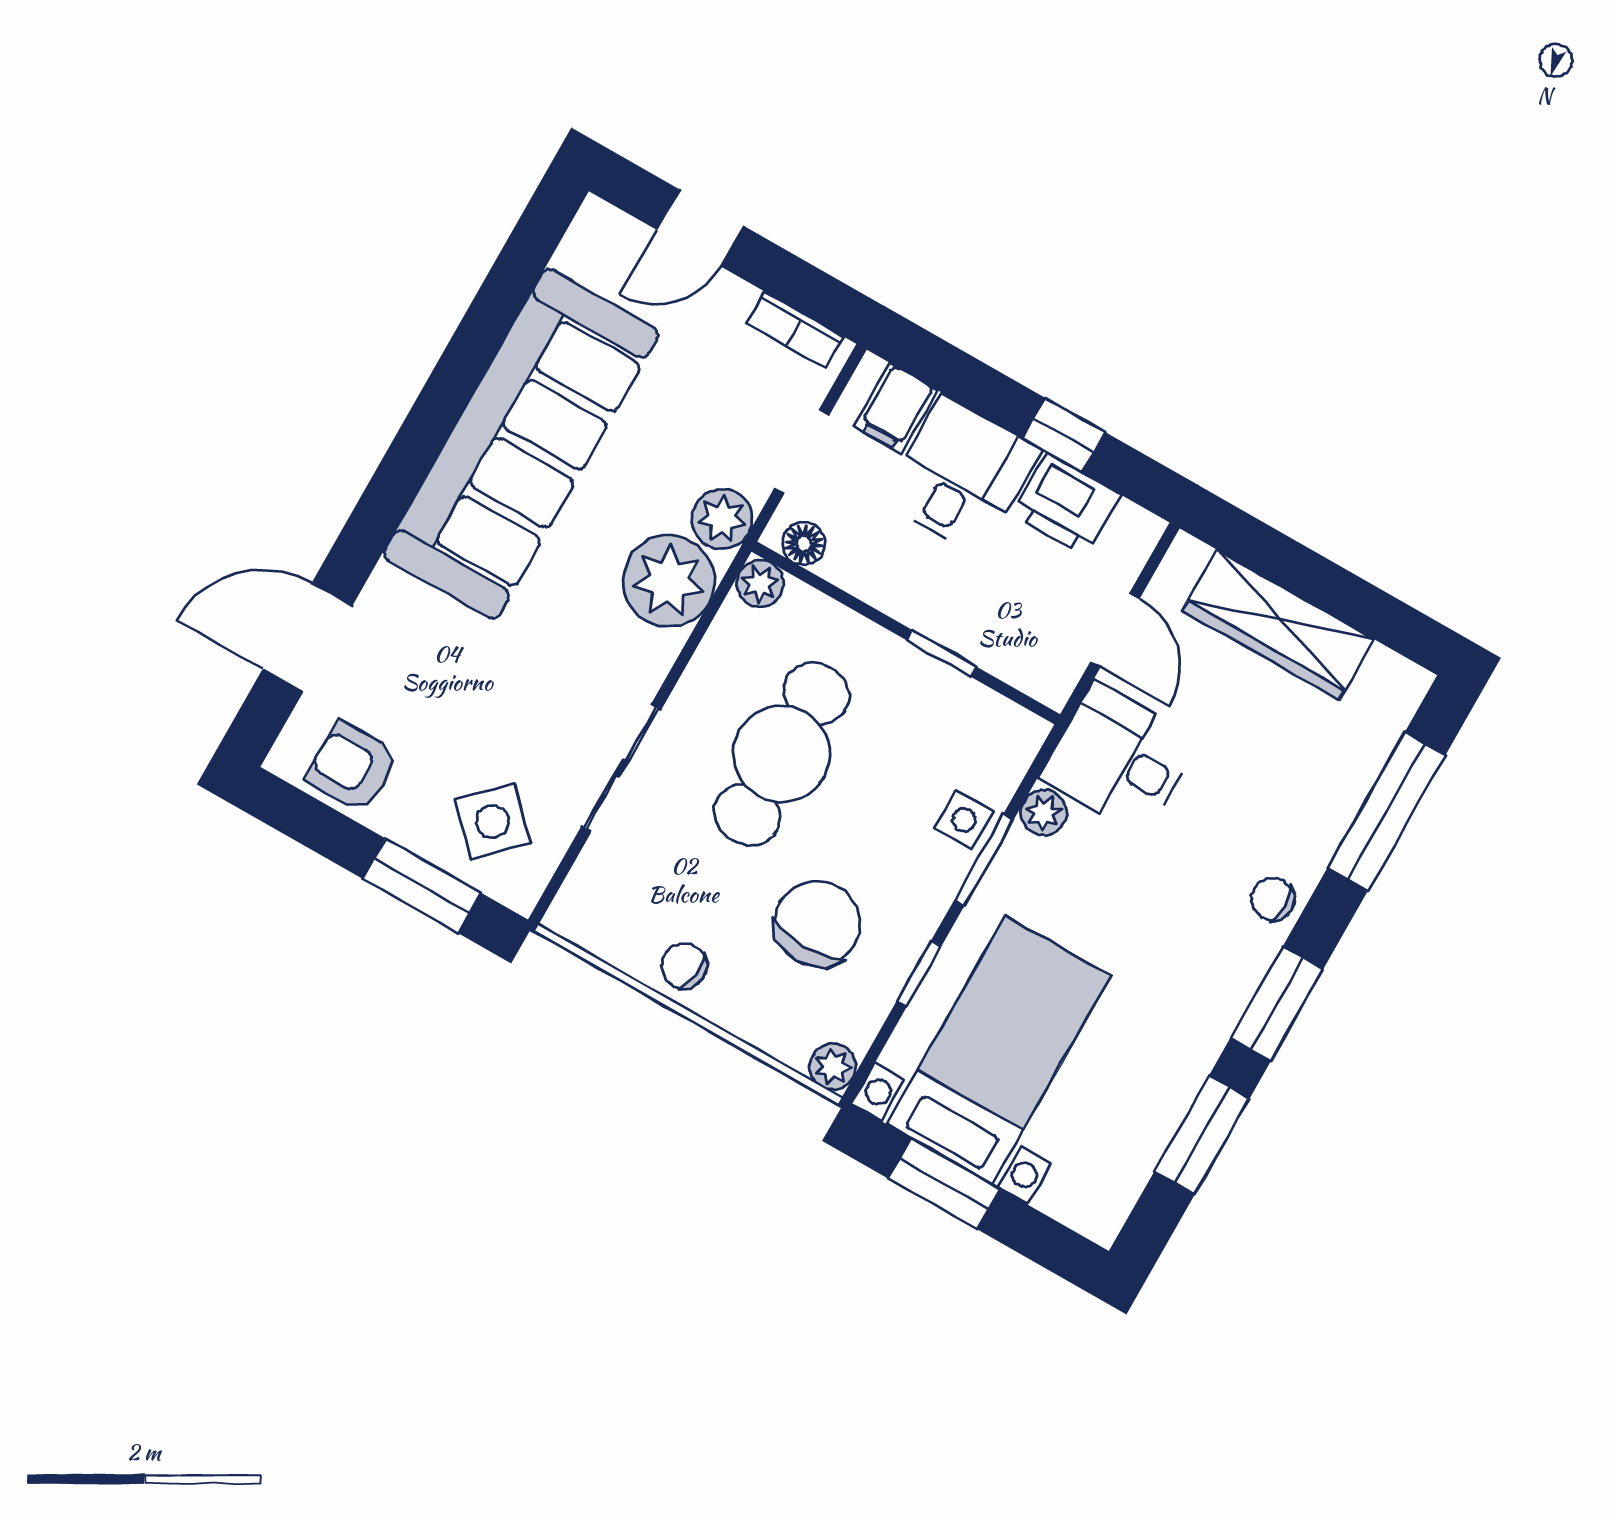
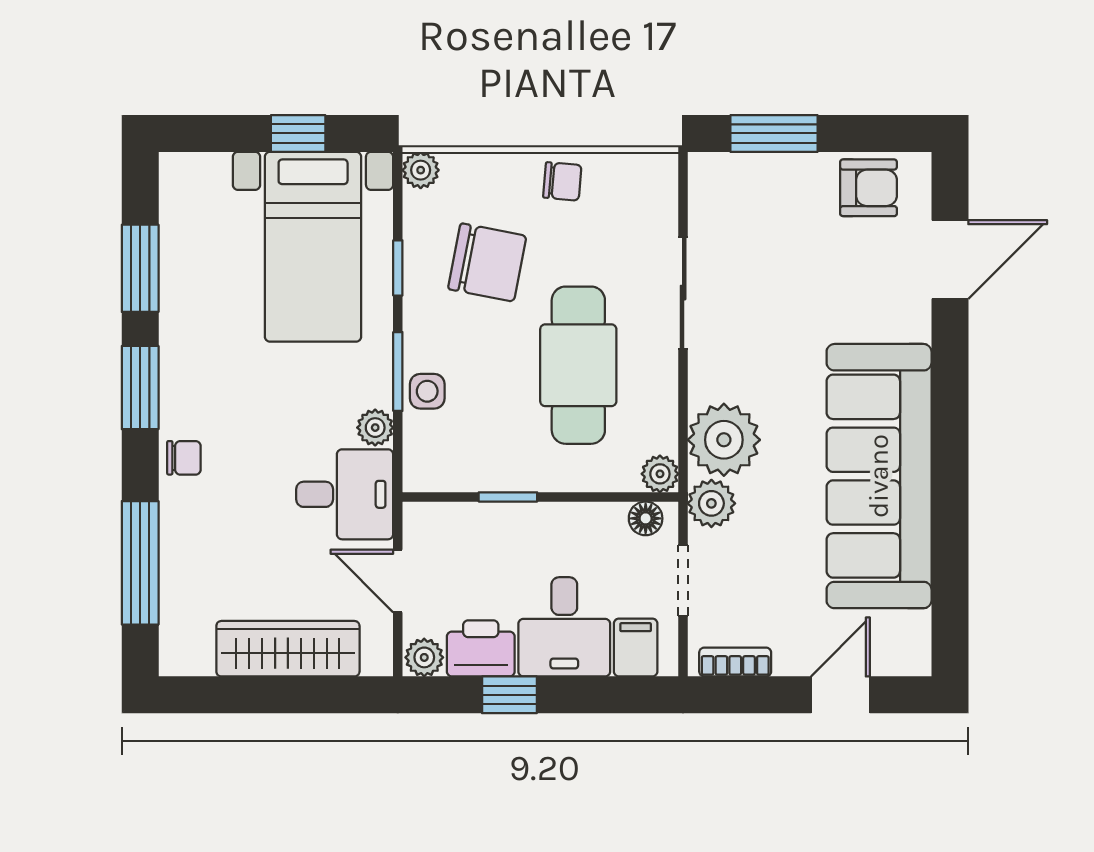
plant: (1134, 530) -> (424, 657), added
side table: (493, 821) -> (751, 205), removed
chair: (817, 924) -> (487, 262), turned -79
window: (944, 1184) -> (298, 133), width x0.67

